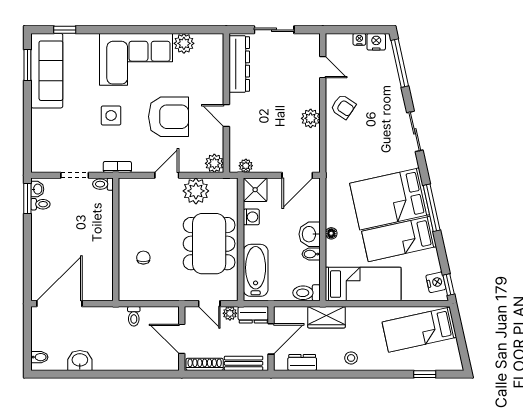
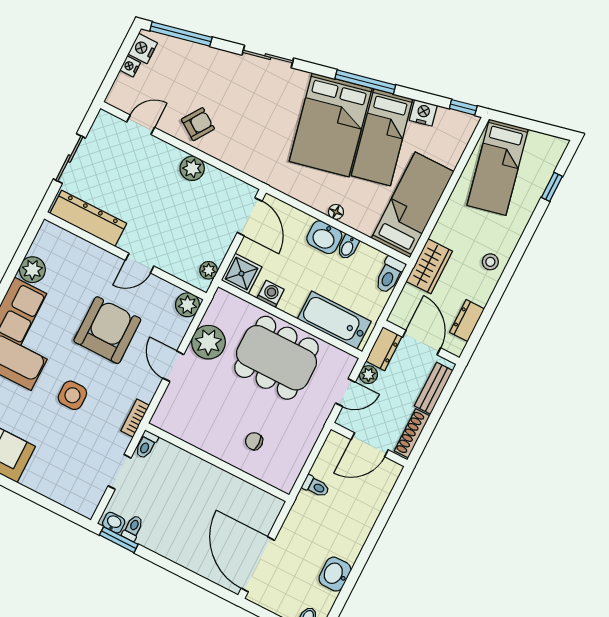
nightstand: (436, 282) -> (423, 113), moved

